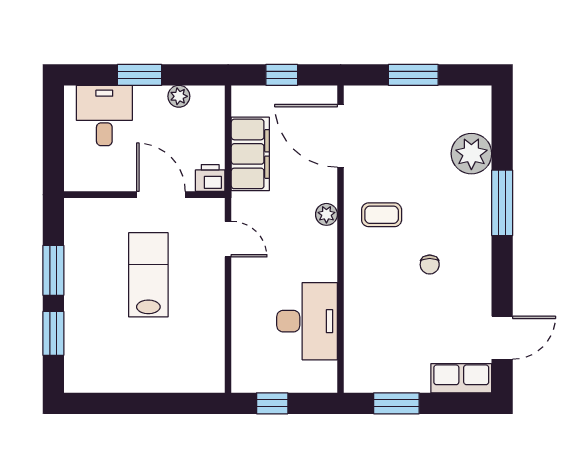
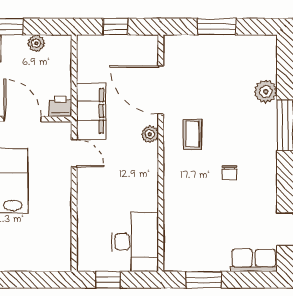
door: (341, 136) -> (161, 90), moved
filing cabinet: (250, 154) -> (91, 111), moved
plant: (471, 154) -> (266, 91), width x0.73, depth x0.73
coffee table: (382, 215) -> (192, 134), turned 90
desk: (307, 321) -> (135, 242), moved

